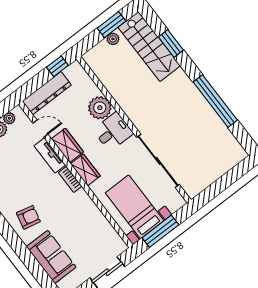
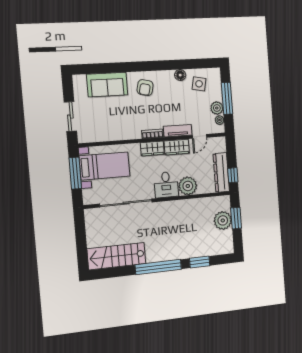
window: (112, 25) -> (236, 218), moved
plant: (113, 39) -> (223, 220), width x1.88, depth x1.88
stairs: (149, 47) -> (117, 256), moved
dresser: (47, 93) -> (221, 172), moved
window: (215, 101) -> (158, 267), moved

